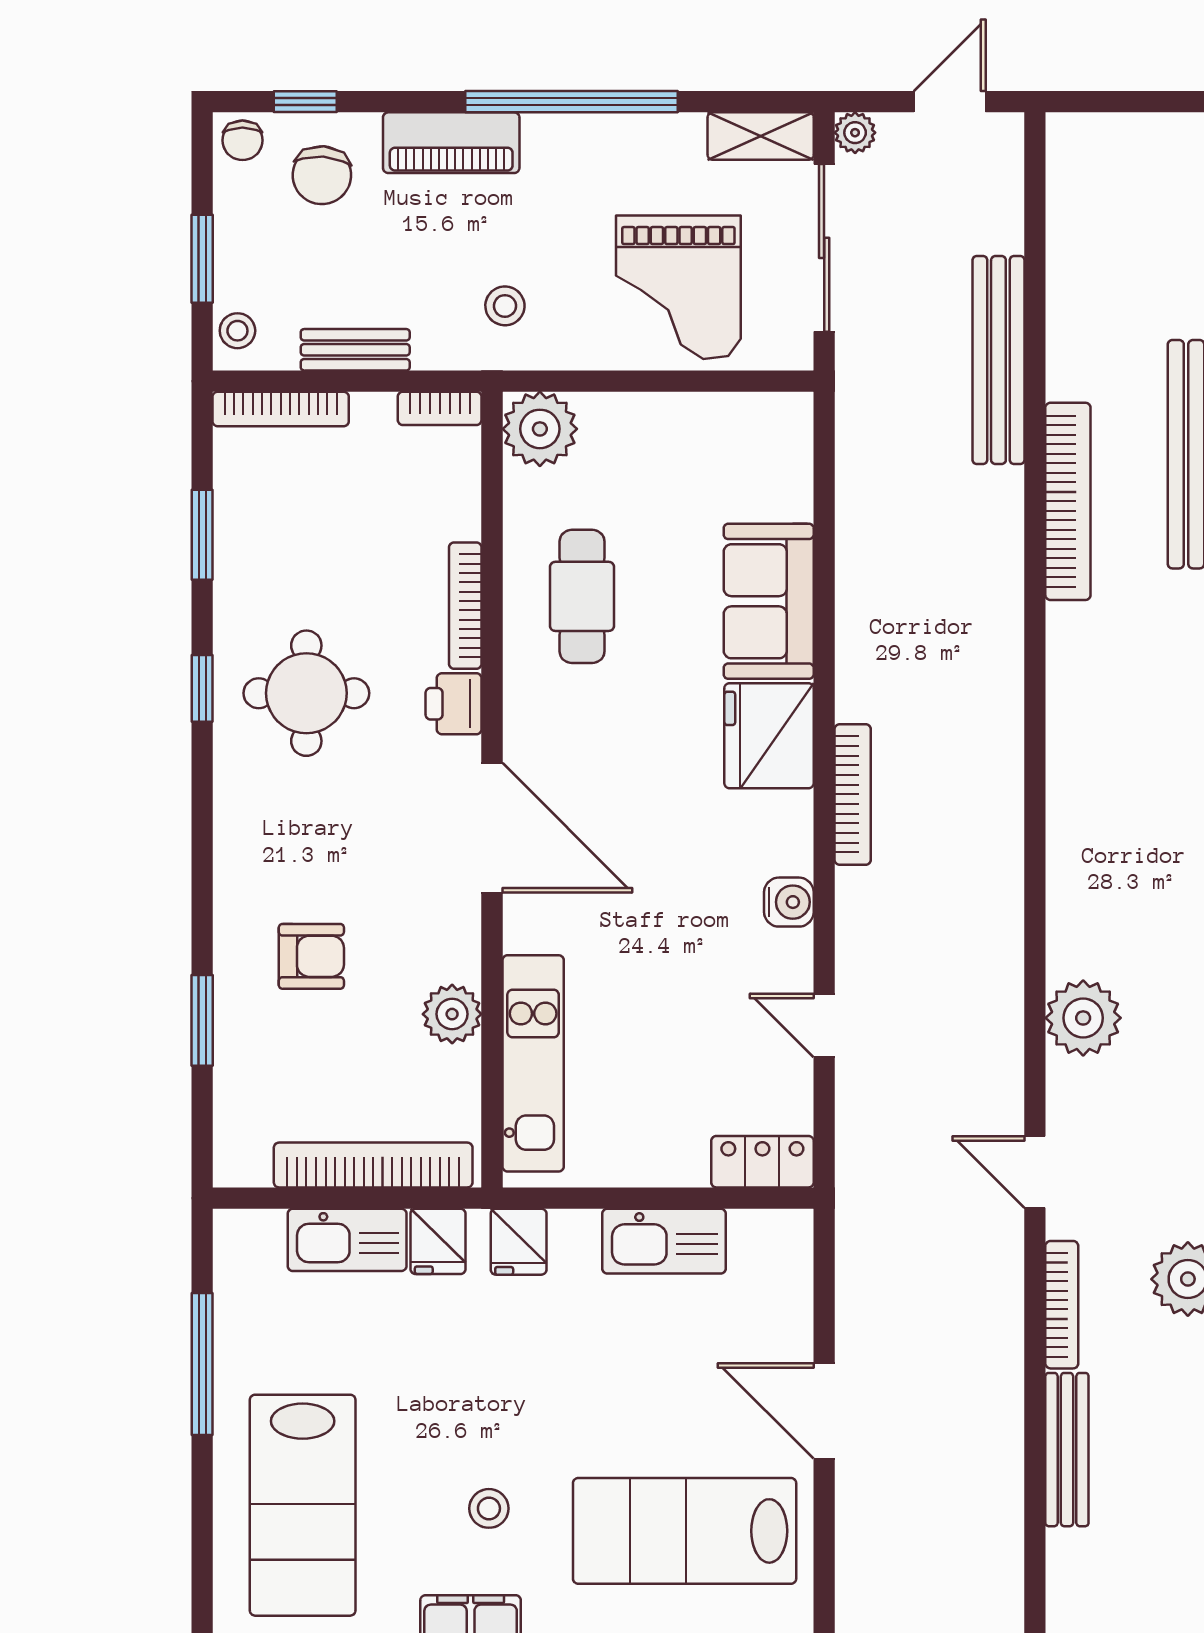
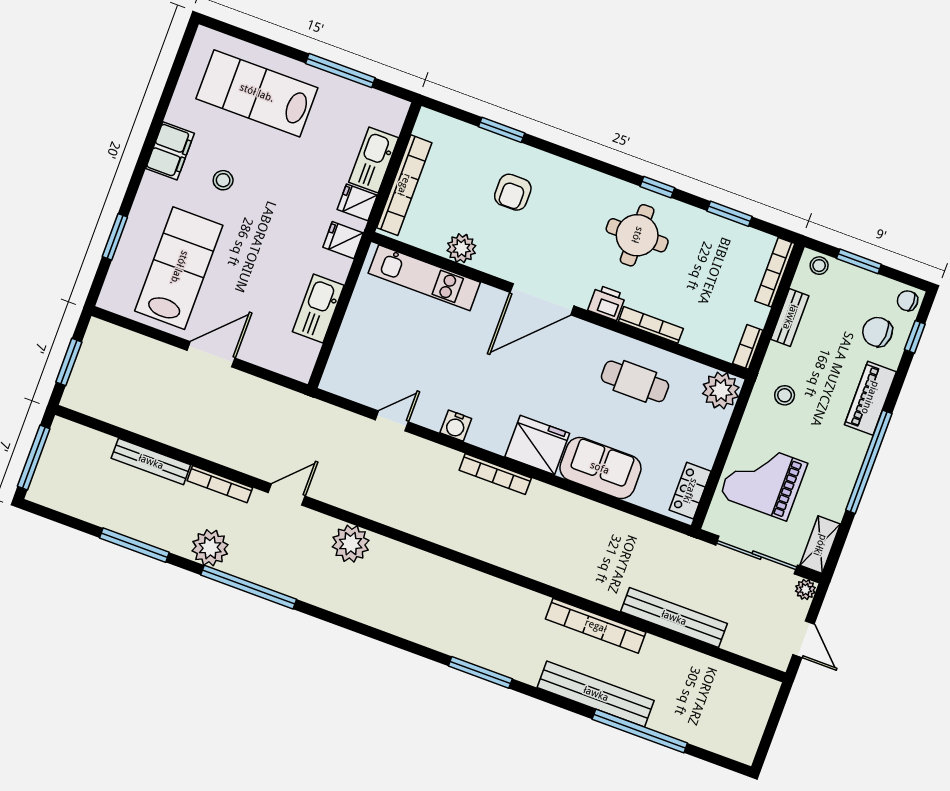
locker: (762, 1162) -> (690, 491), moved, turned 180

